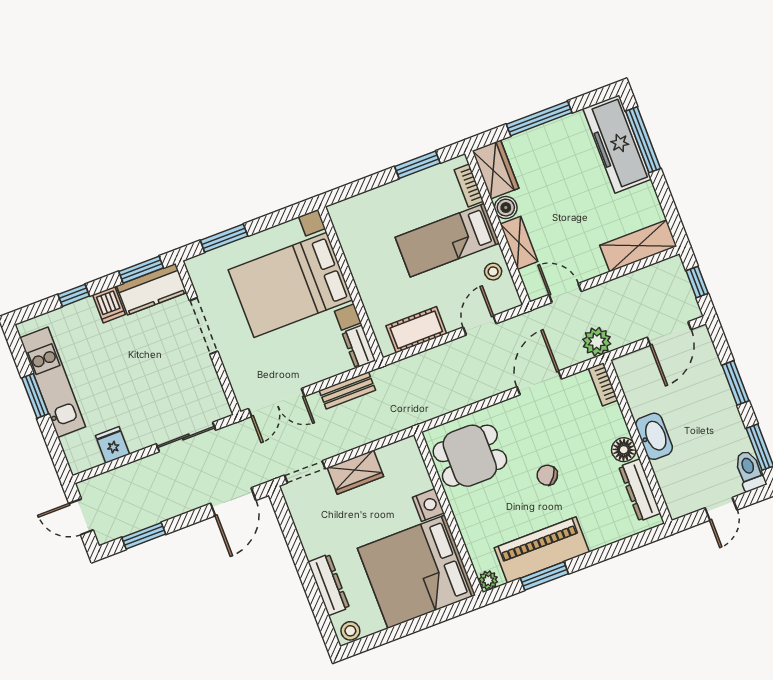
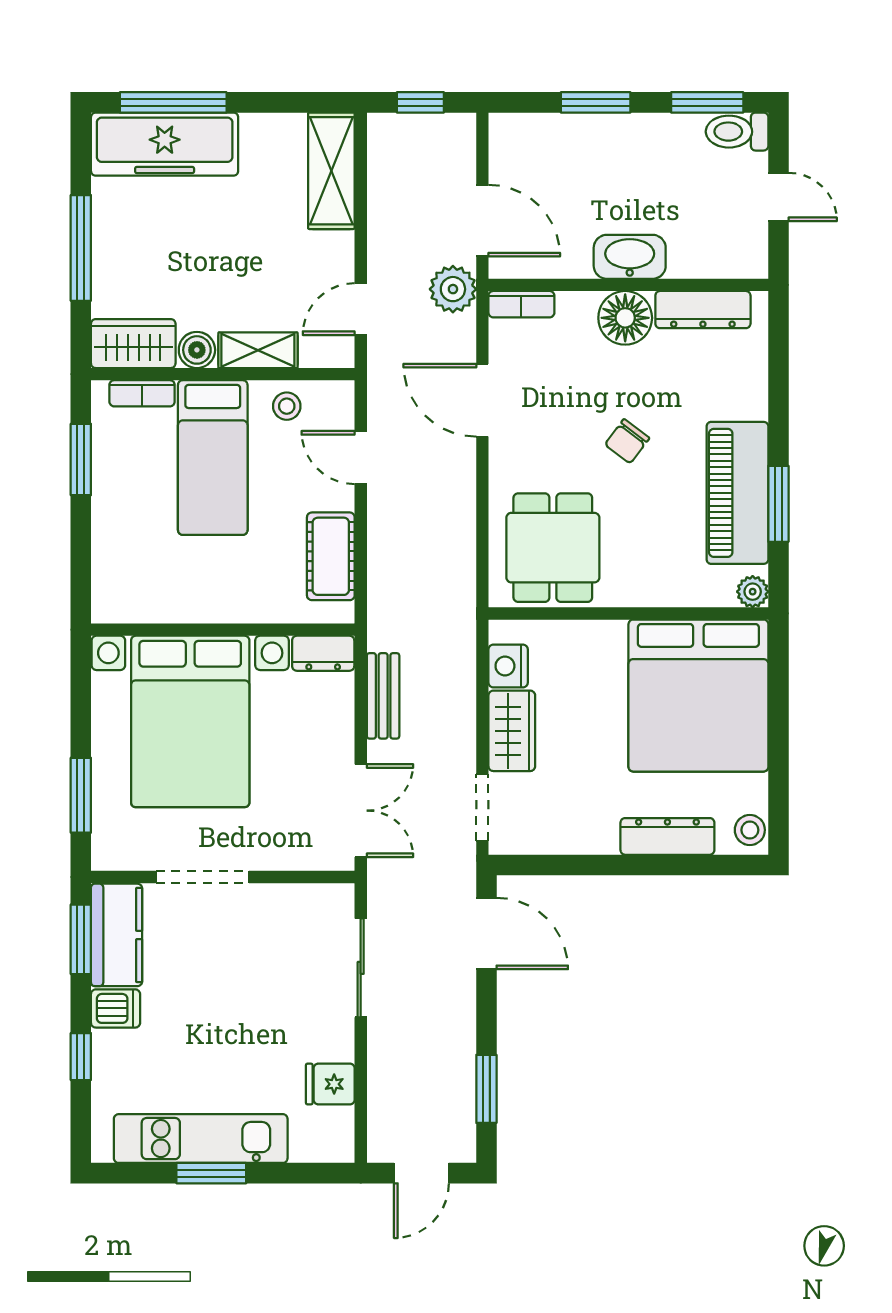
door: (669, 334) -> (482, 221), moved
floor lamp: (624, 450) -> (625, 318), width x1.38, depth x1.38
nightstand: (428, 505) -> (508, 666), moved, turned -90

